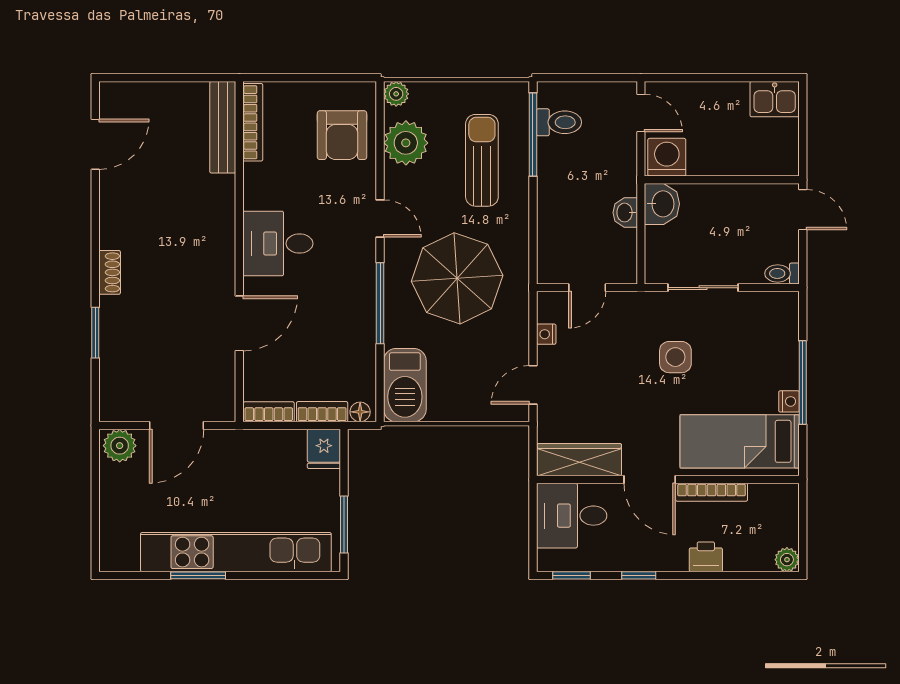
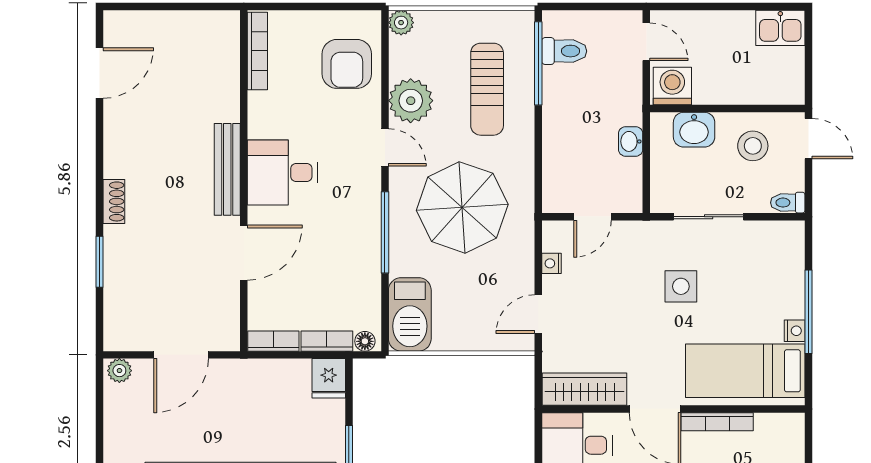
bench: (223, 127) -> (227, 169), moved
plant: (406, 143) -> (411, 101), moved
sun lounger: (482, 160) -> (487, 89), turned 180
washbasin: (662, 204) -> (694, 130), moved, turned 90
stool: (747, 217) -> (753, 146), added
plant: (120, 446) -> (119, 371), width x0.73, depth x0.73

